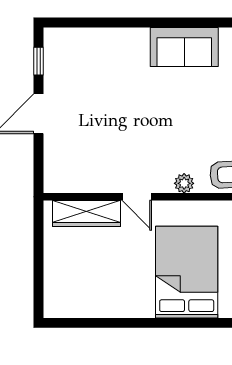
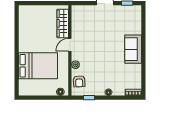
sofa: (184, 47) -> (133, 49), moved

